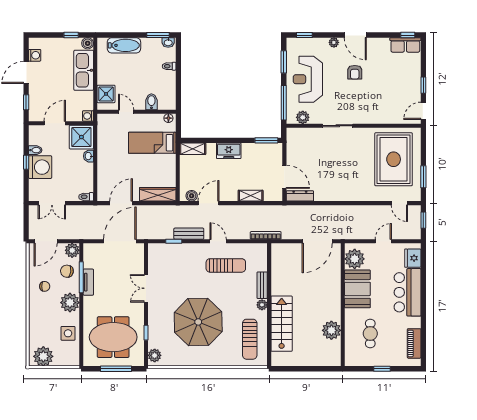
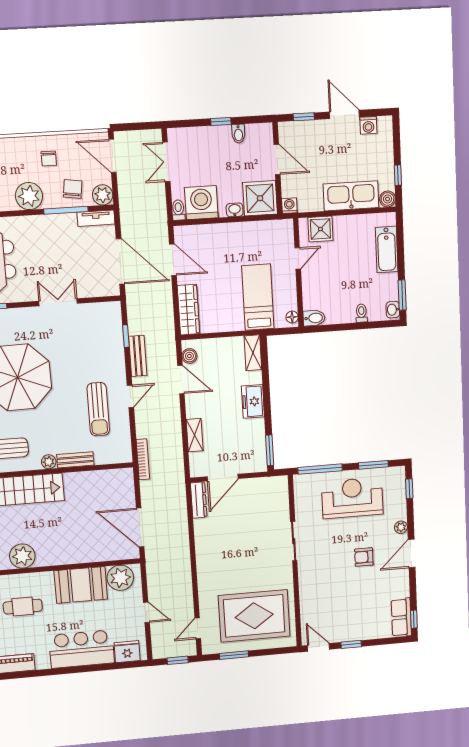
bidet: (151, 102) -> (314, 318), moved
plant: (303, 117) -> (302, 495), removed
washing machine: (40, 167) -> (201, 203), moved, turned 180
tv unit: (88, 282) -> (96, 218), moved

